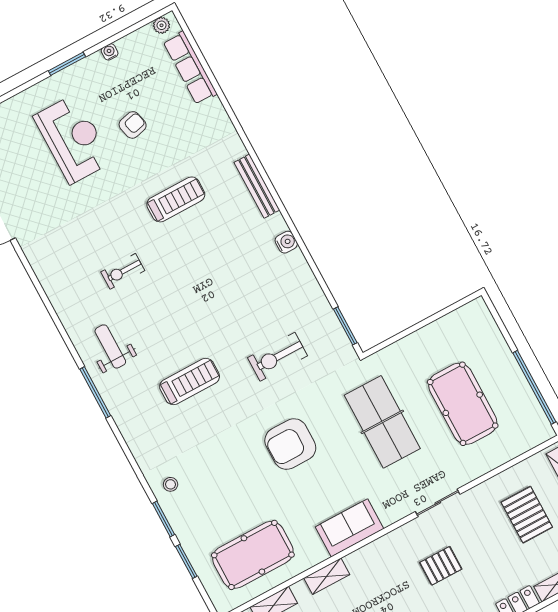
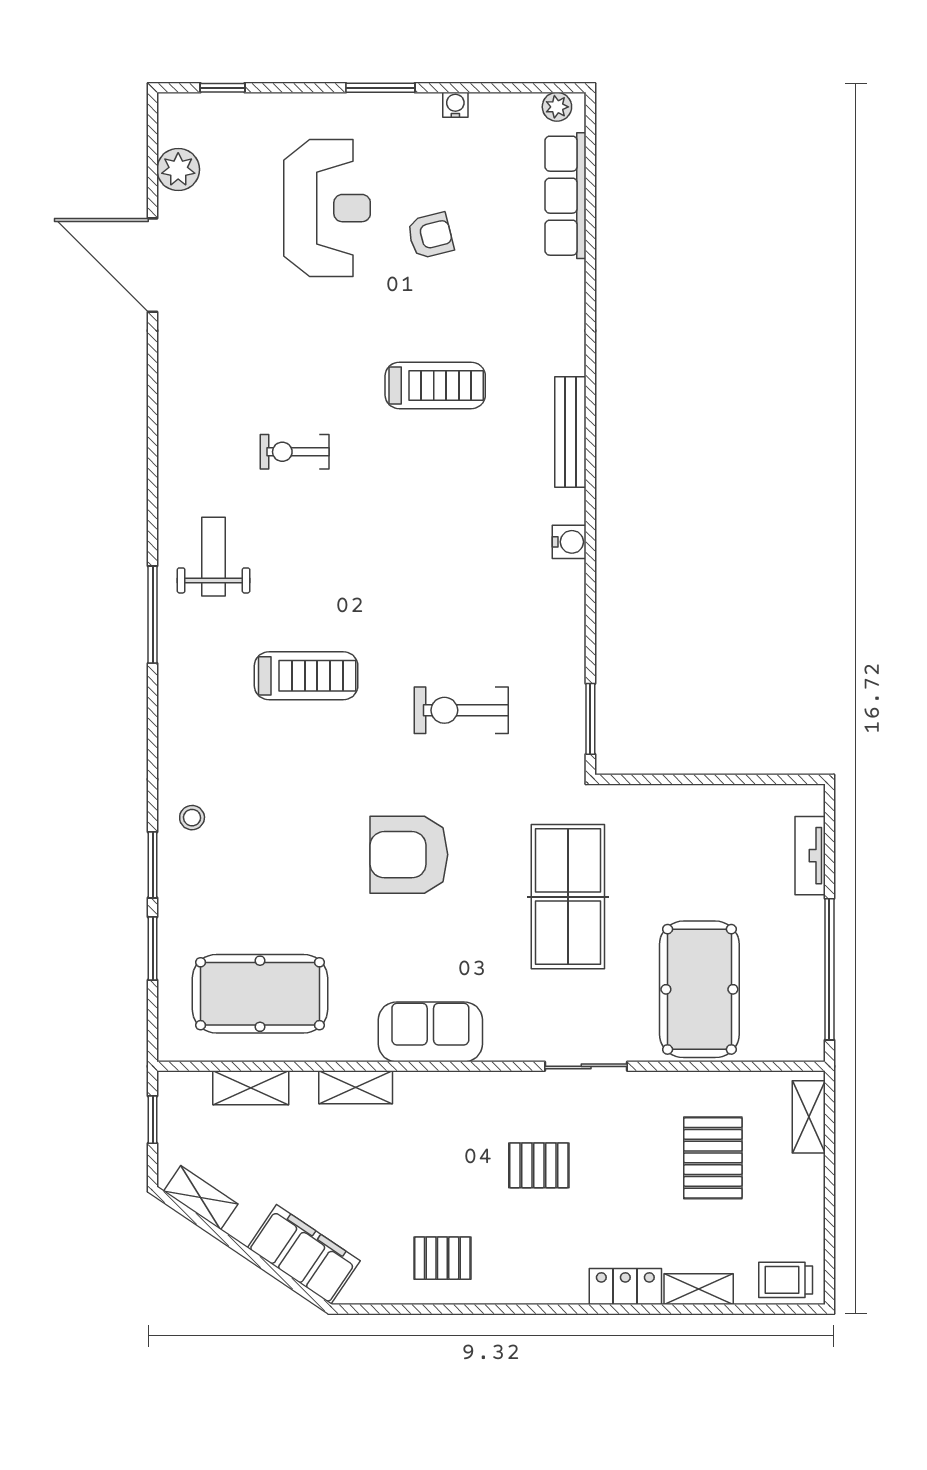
tv unit: (494, 335) -> (810, 856), added
pool table: (463, 404) -> (699, 989), moved

